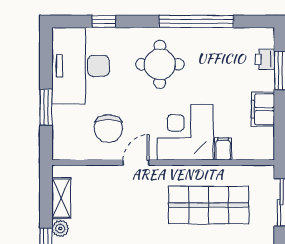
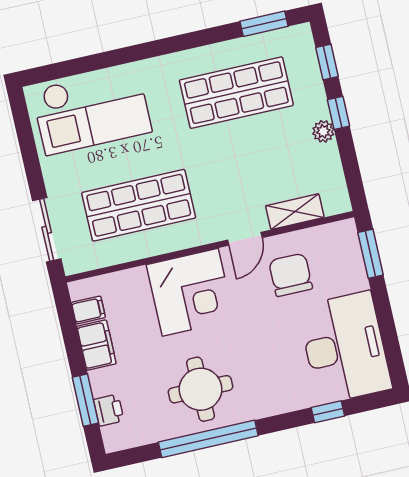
round table: (160, 64) -> (201, 389), moved
window: (46, 107) -> (371, 254), moved
filing cabinet: (223, 149) -> (88, 310), moved, turned -90
shelving: (61, 198) -> (295, 212), moved, turned 90

